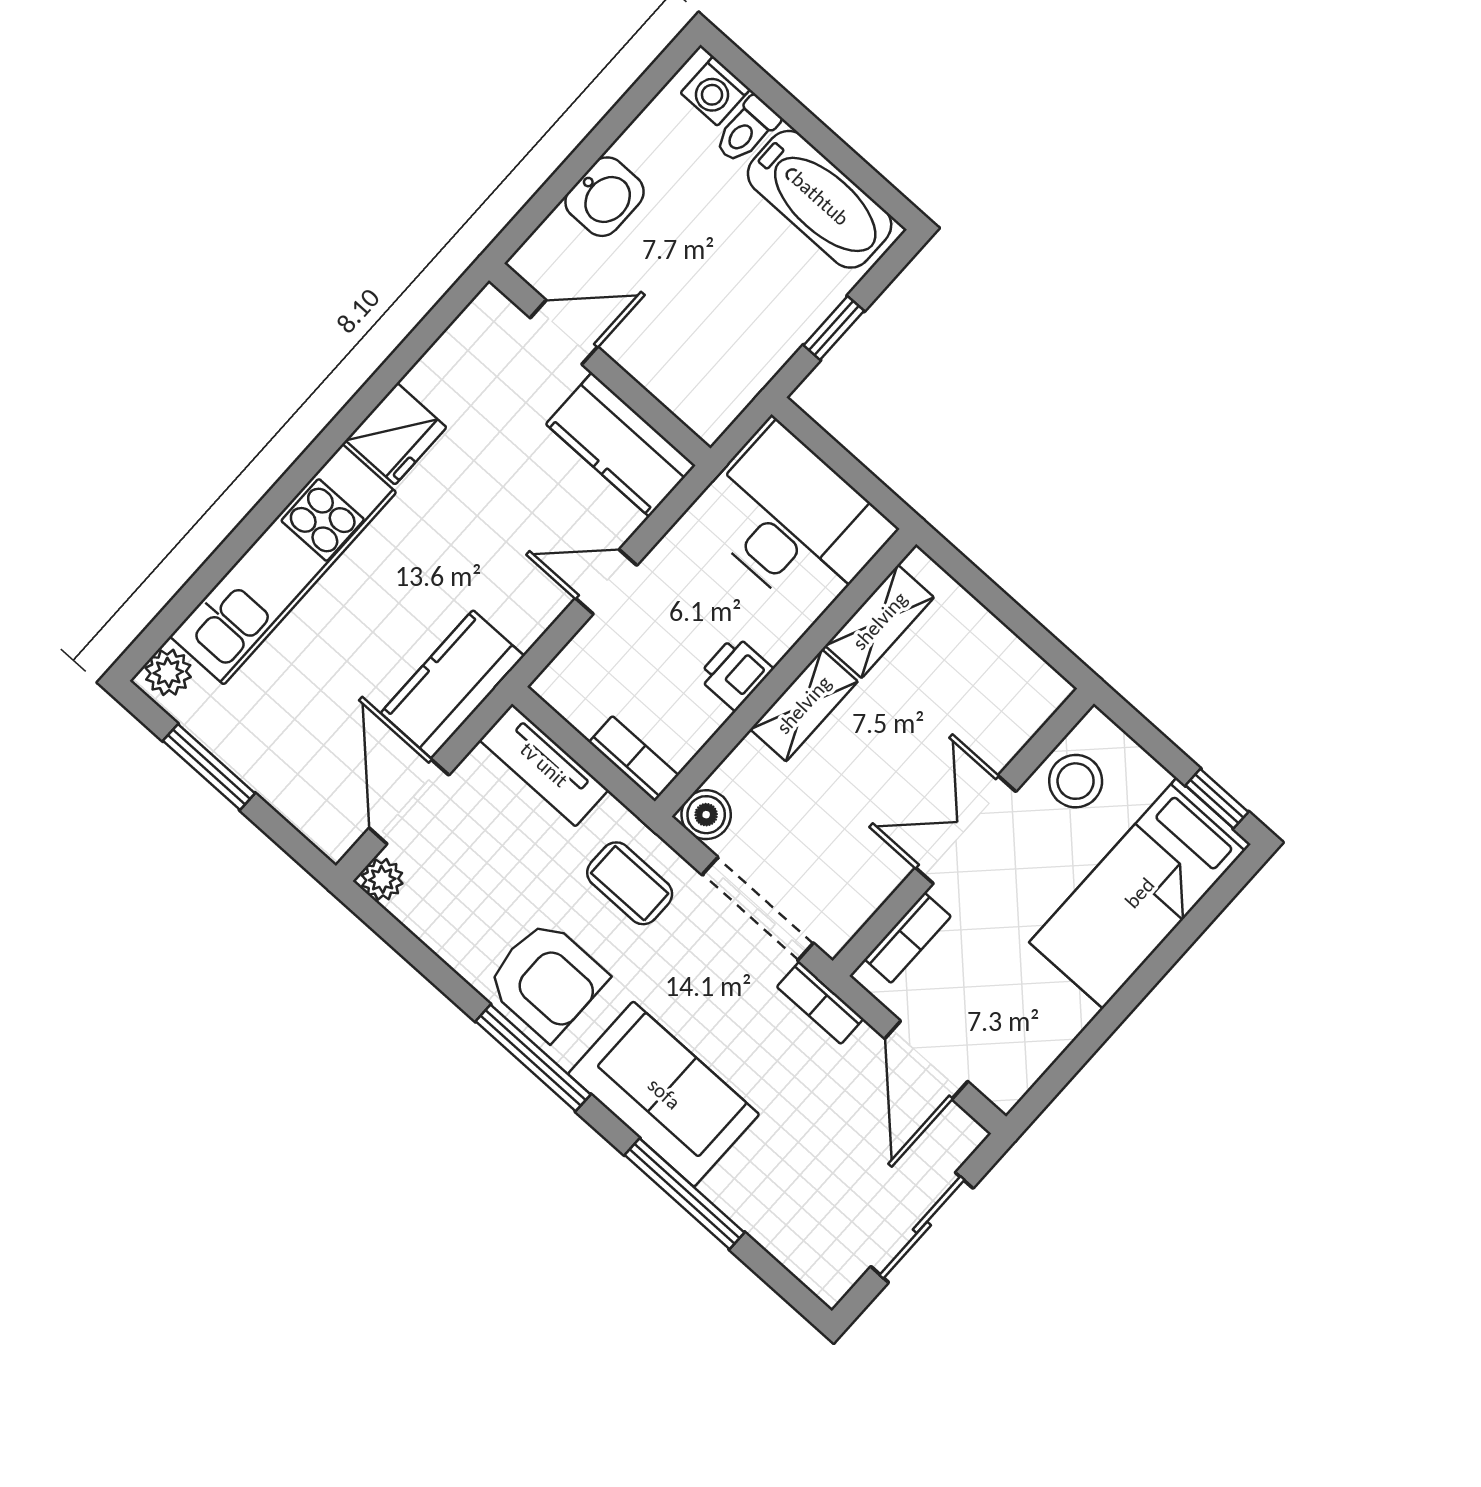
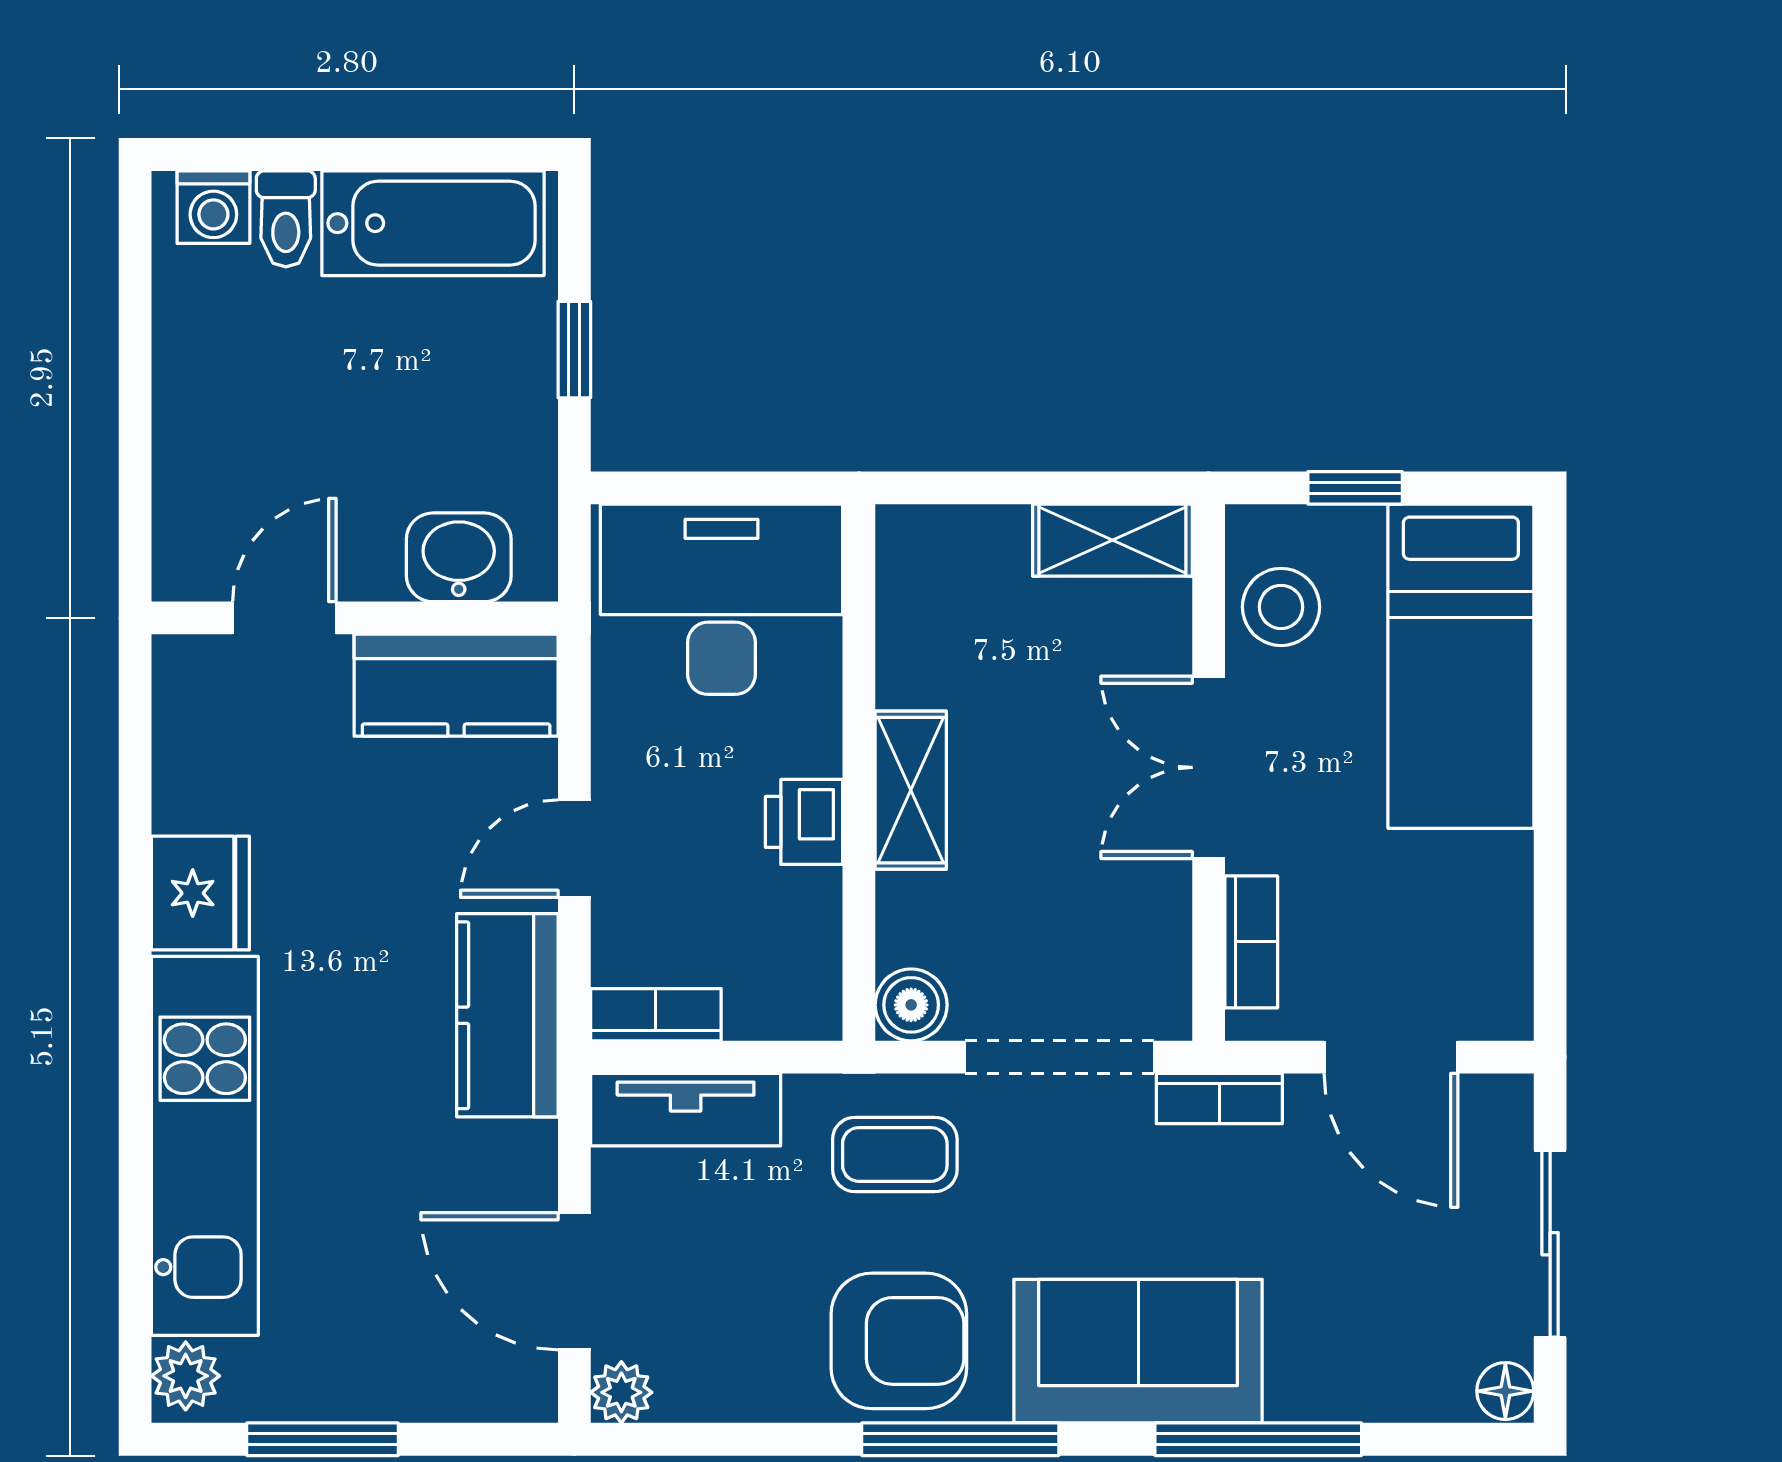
washbasin: (604, 197) -> (459, 557), moved, turned -90
shelving: (880, 621) -> (1112, 540), moved, turned 90
kitchen counter: (453, 684) -> (507, 1015), moved
bookcase: (634, 759) -> (656, 1015), moved
window: (1217, 799) -> (1355, 488), moved
floor lamp: (832, 1282) -> (1505, 1391), added

